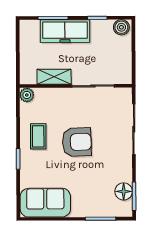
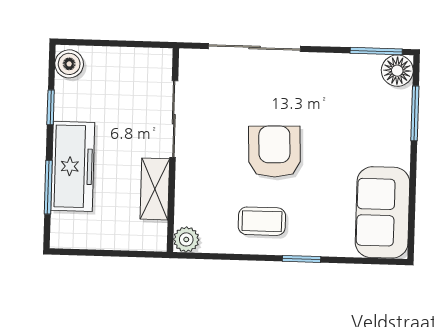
floor lamp: (124, 191) -> (397, 71), moved

